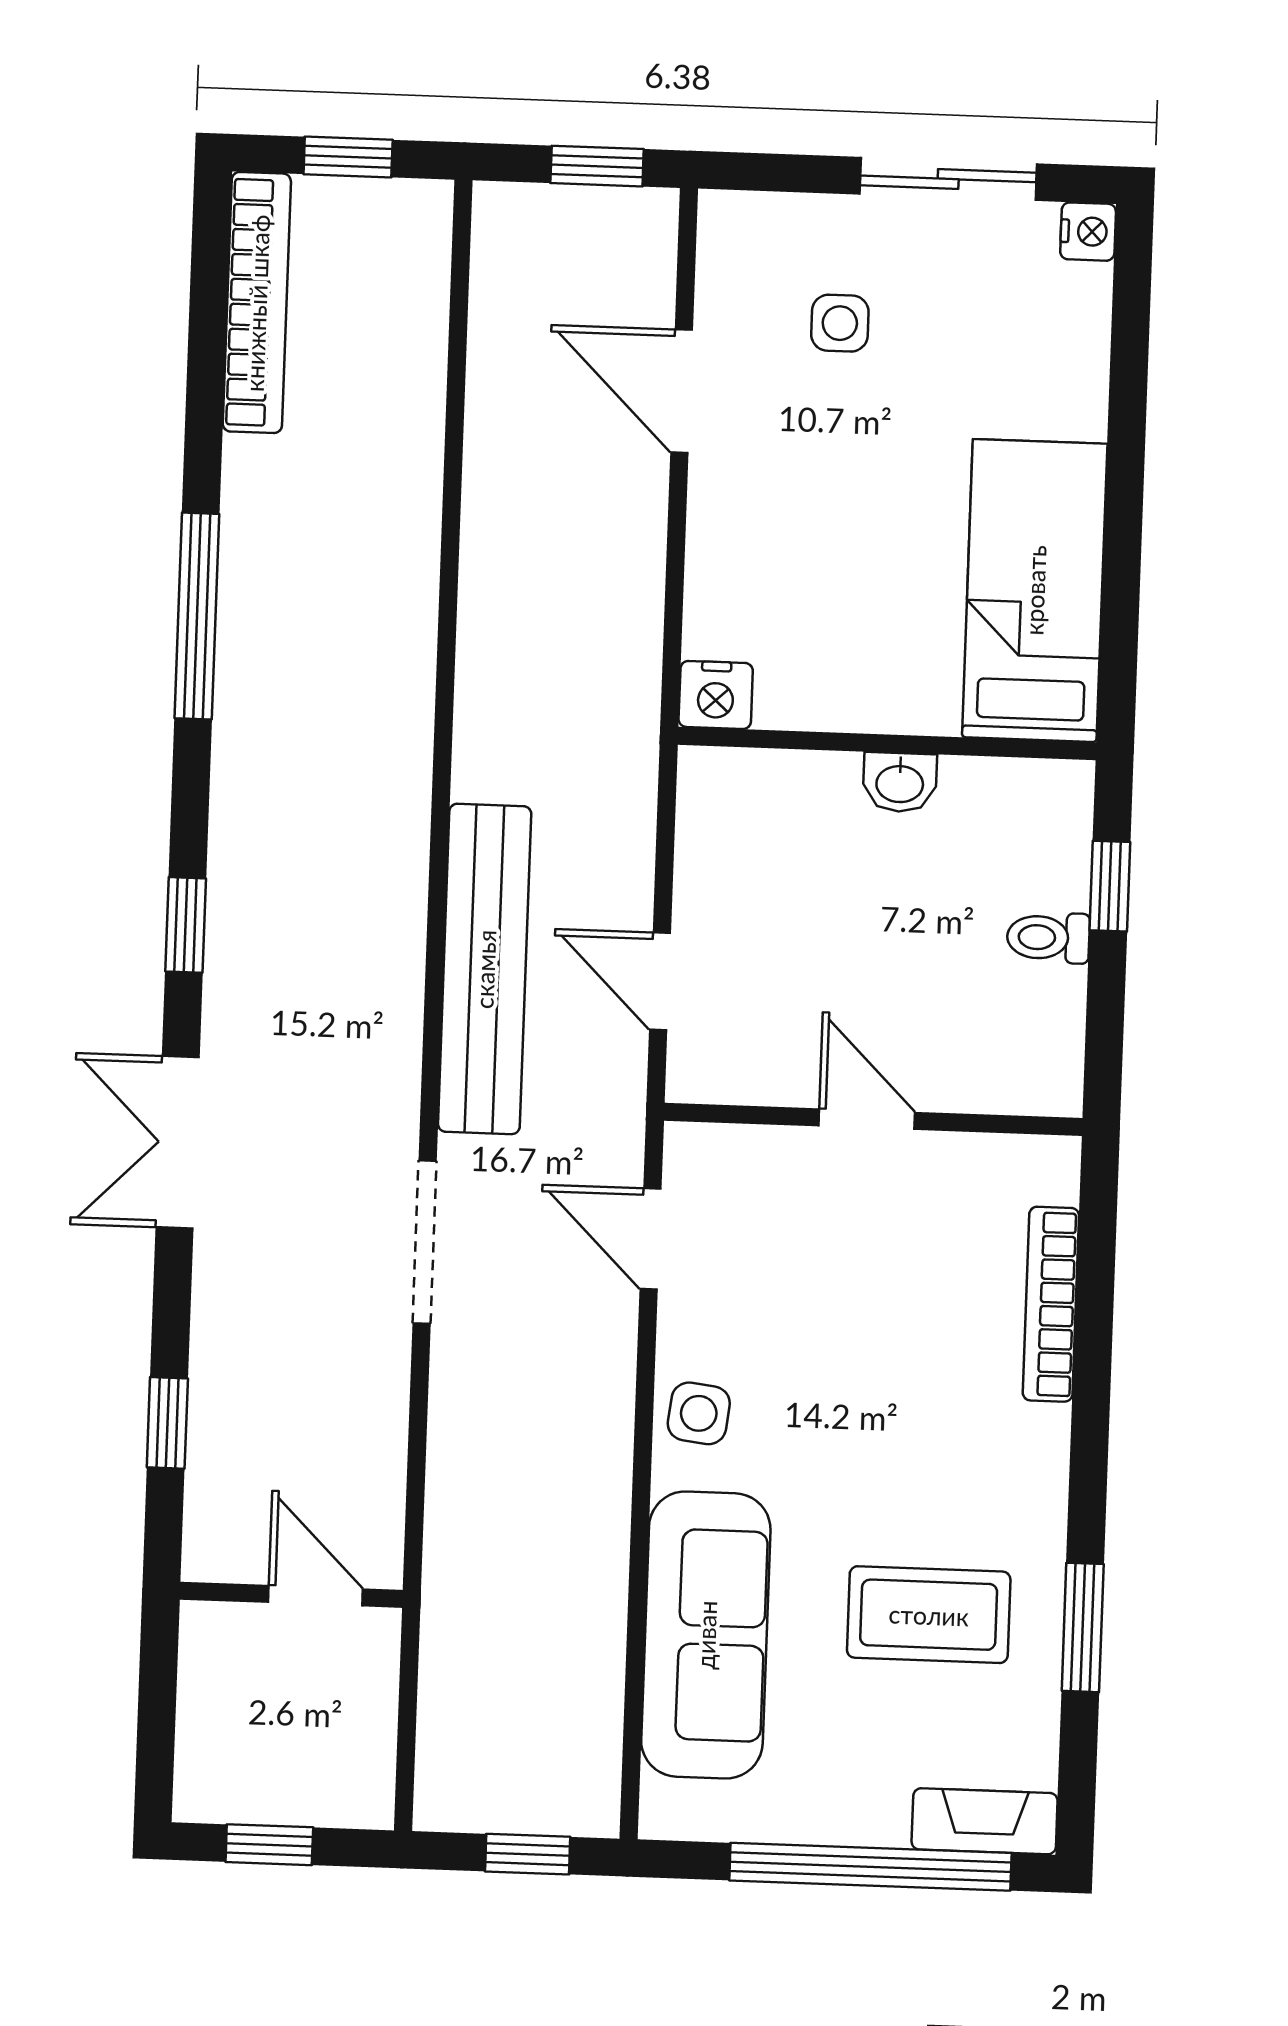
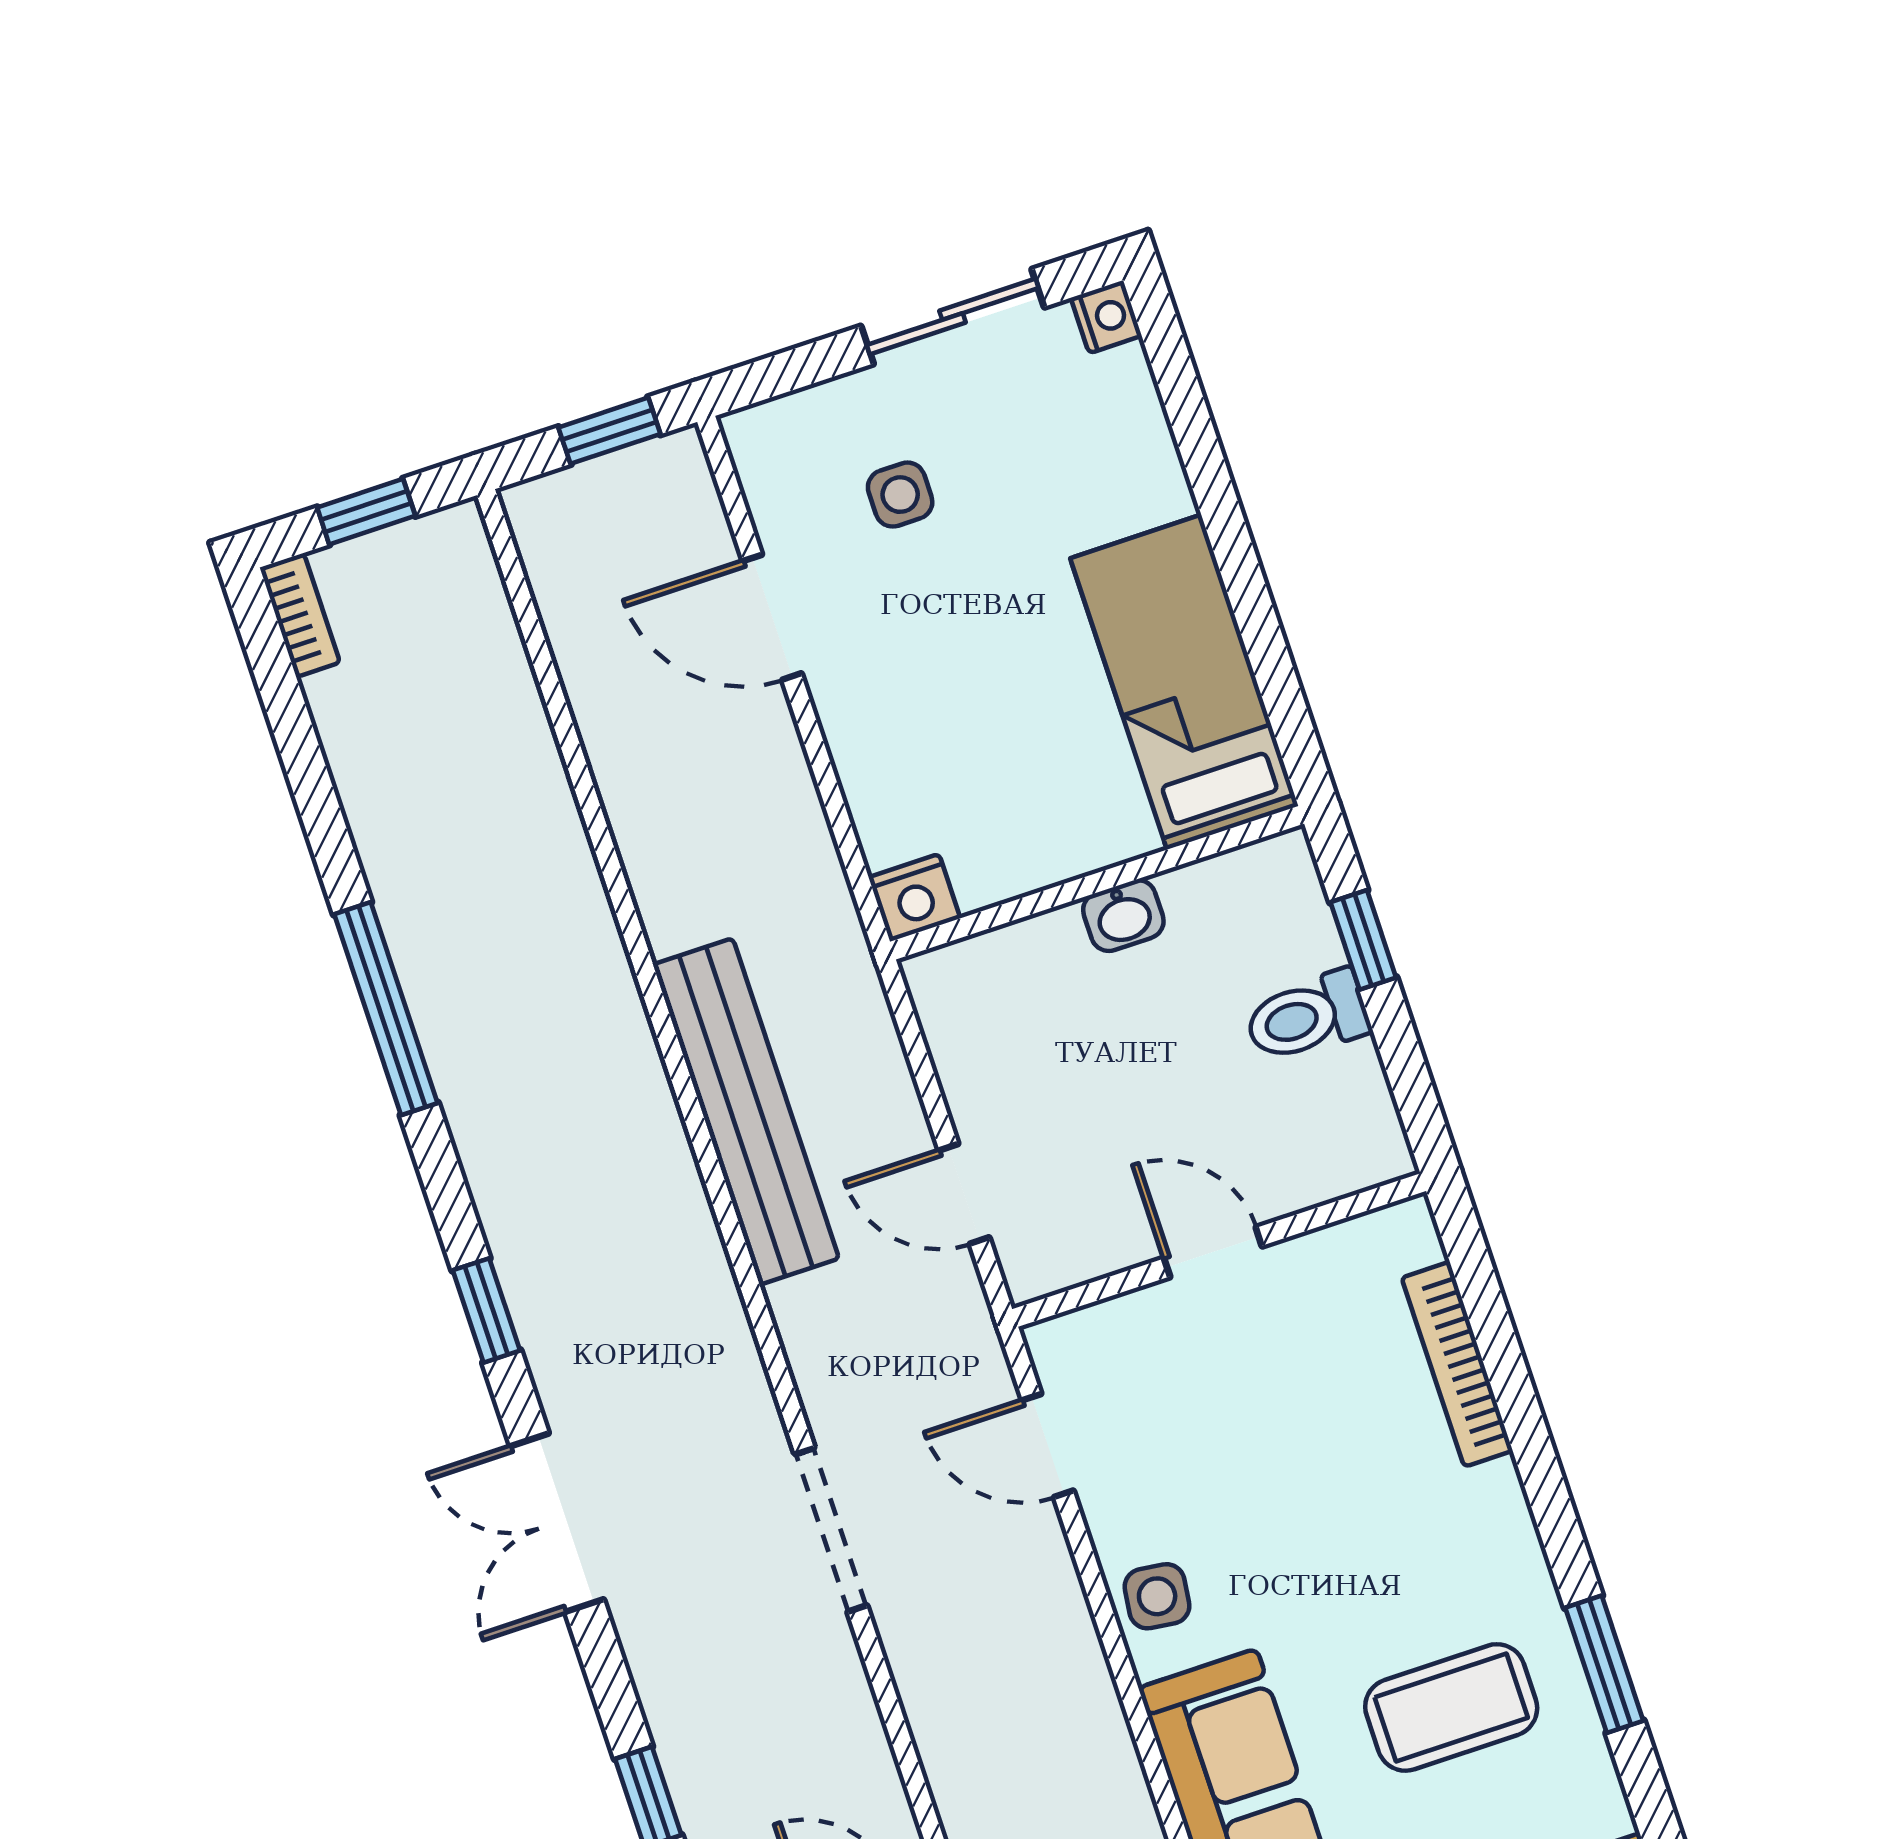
bookcase: (257, 303) -> (300, 615), width x0.43, depth x0.76
toilet: (1048, 938) -> (1307, 1017), width x1.37, depth x1.39
bench: (485, 969) -> (746, 1112), moved

